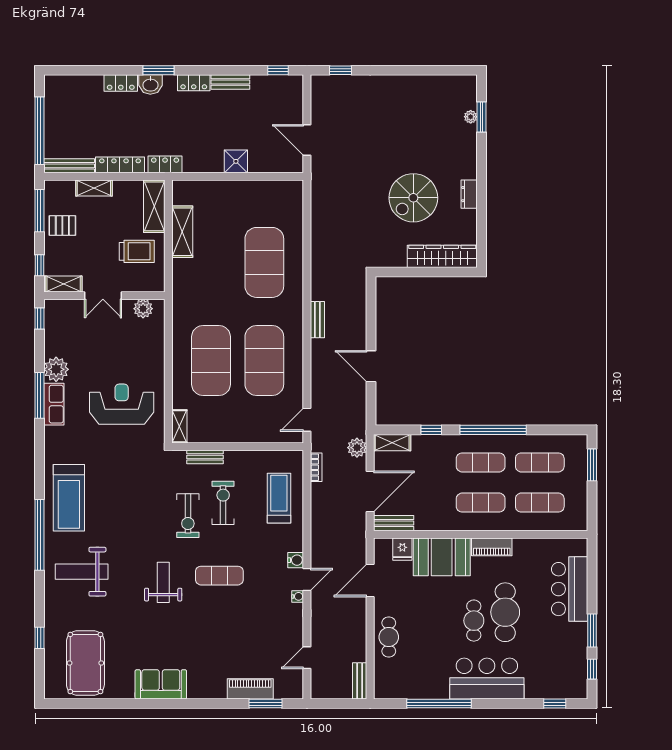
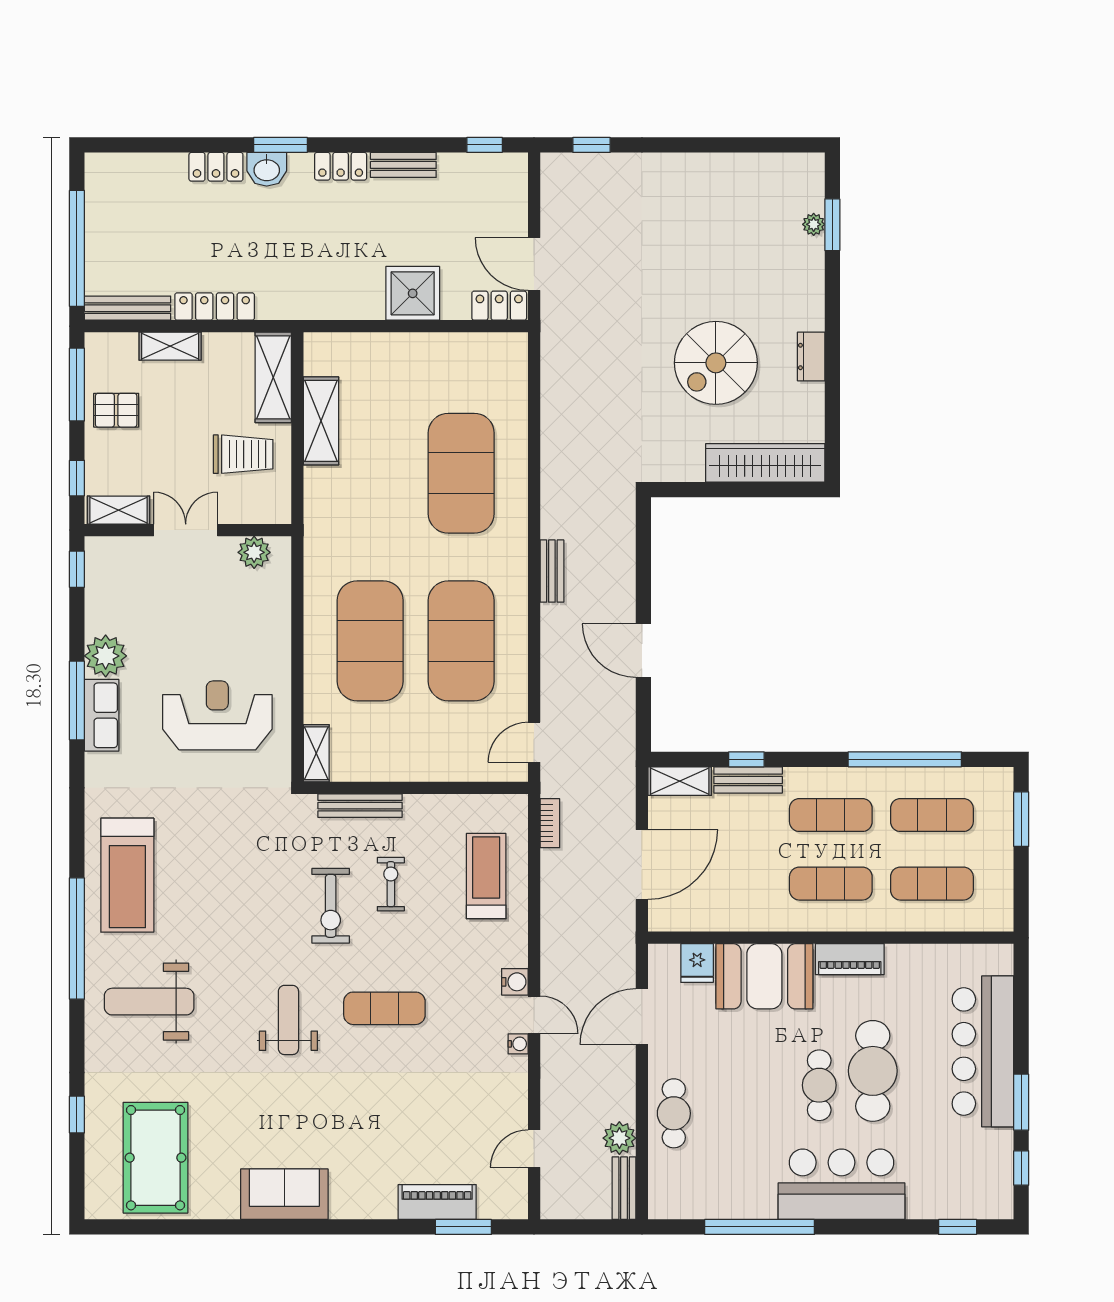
shower: (236, 161) -> (413, 293), width x1.36, depth x1.36
locker: (165, 164) -> (499, 306), moved
double door: (103, 296) -> (186, 530), swing flipped
window: (493, 430) -> (905, 759), moved
plant: (357, 448) -> (619, 1138), moved
bench: (205, 457) -> (360, 806), width x1.36
exercise bike: (223, 503) -> (391, 884), width x0.73, depth x0.72
bench: (394, 523) -> (748, 780), moved
door: (307, 579) -> (534, 1015), hinge flipped
bar counter: (570, 589) -> (983, 1051), width x1.36

